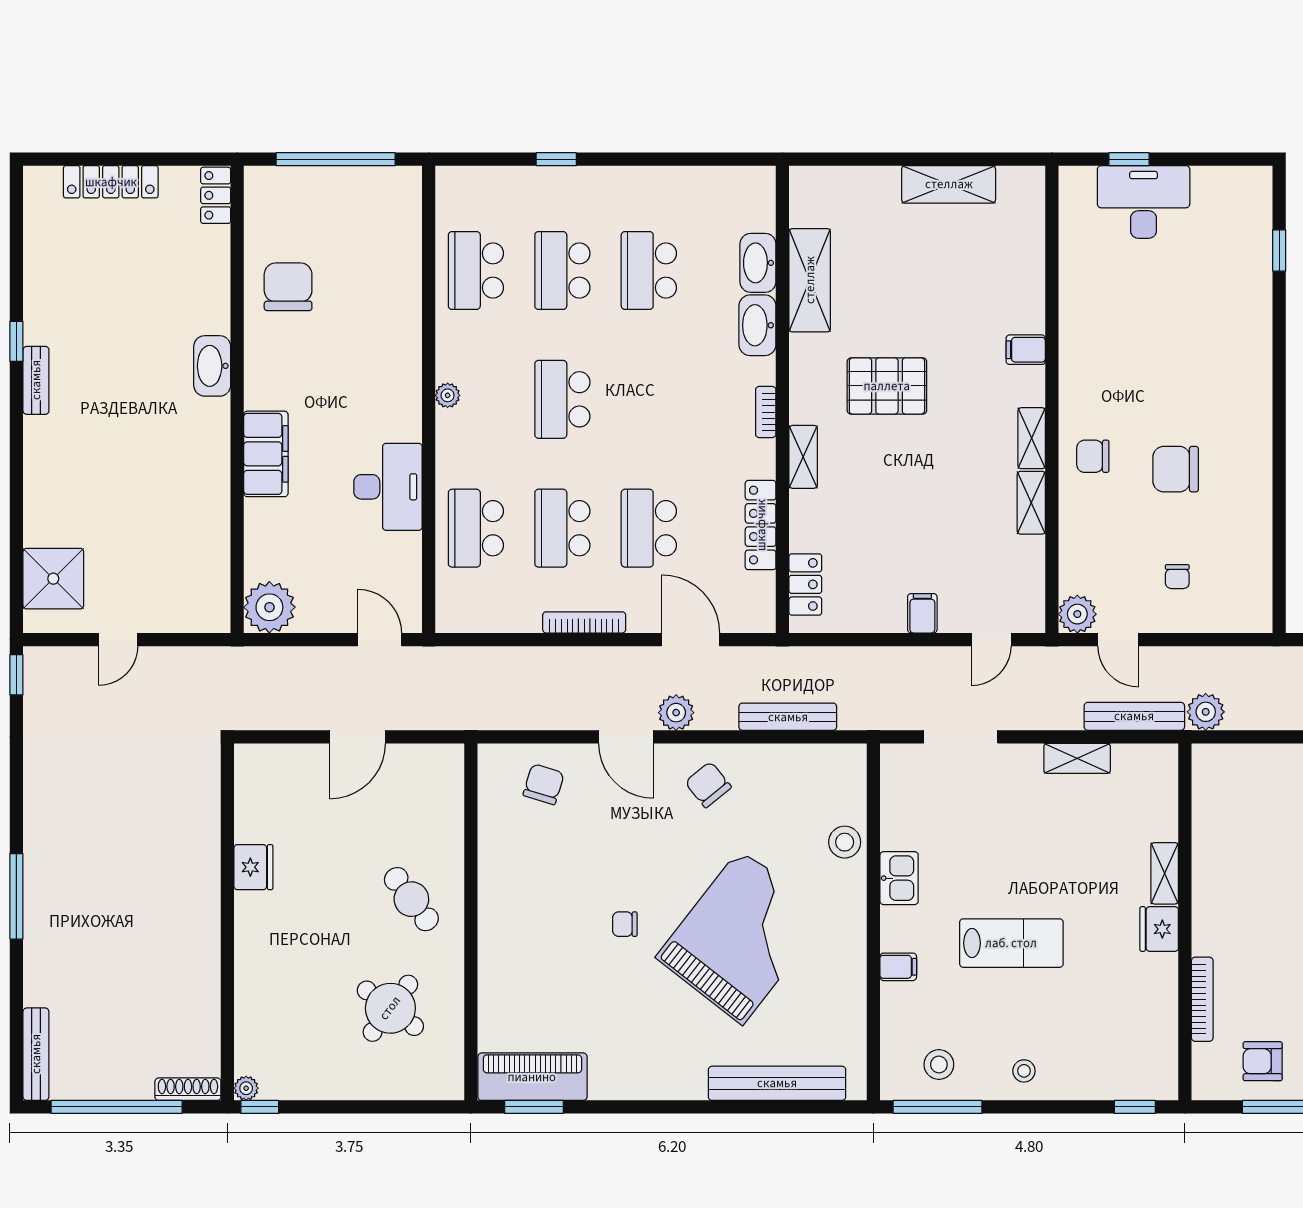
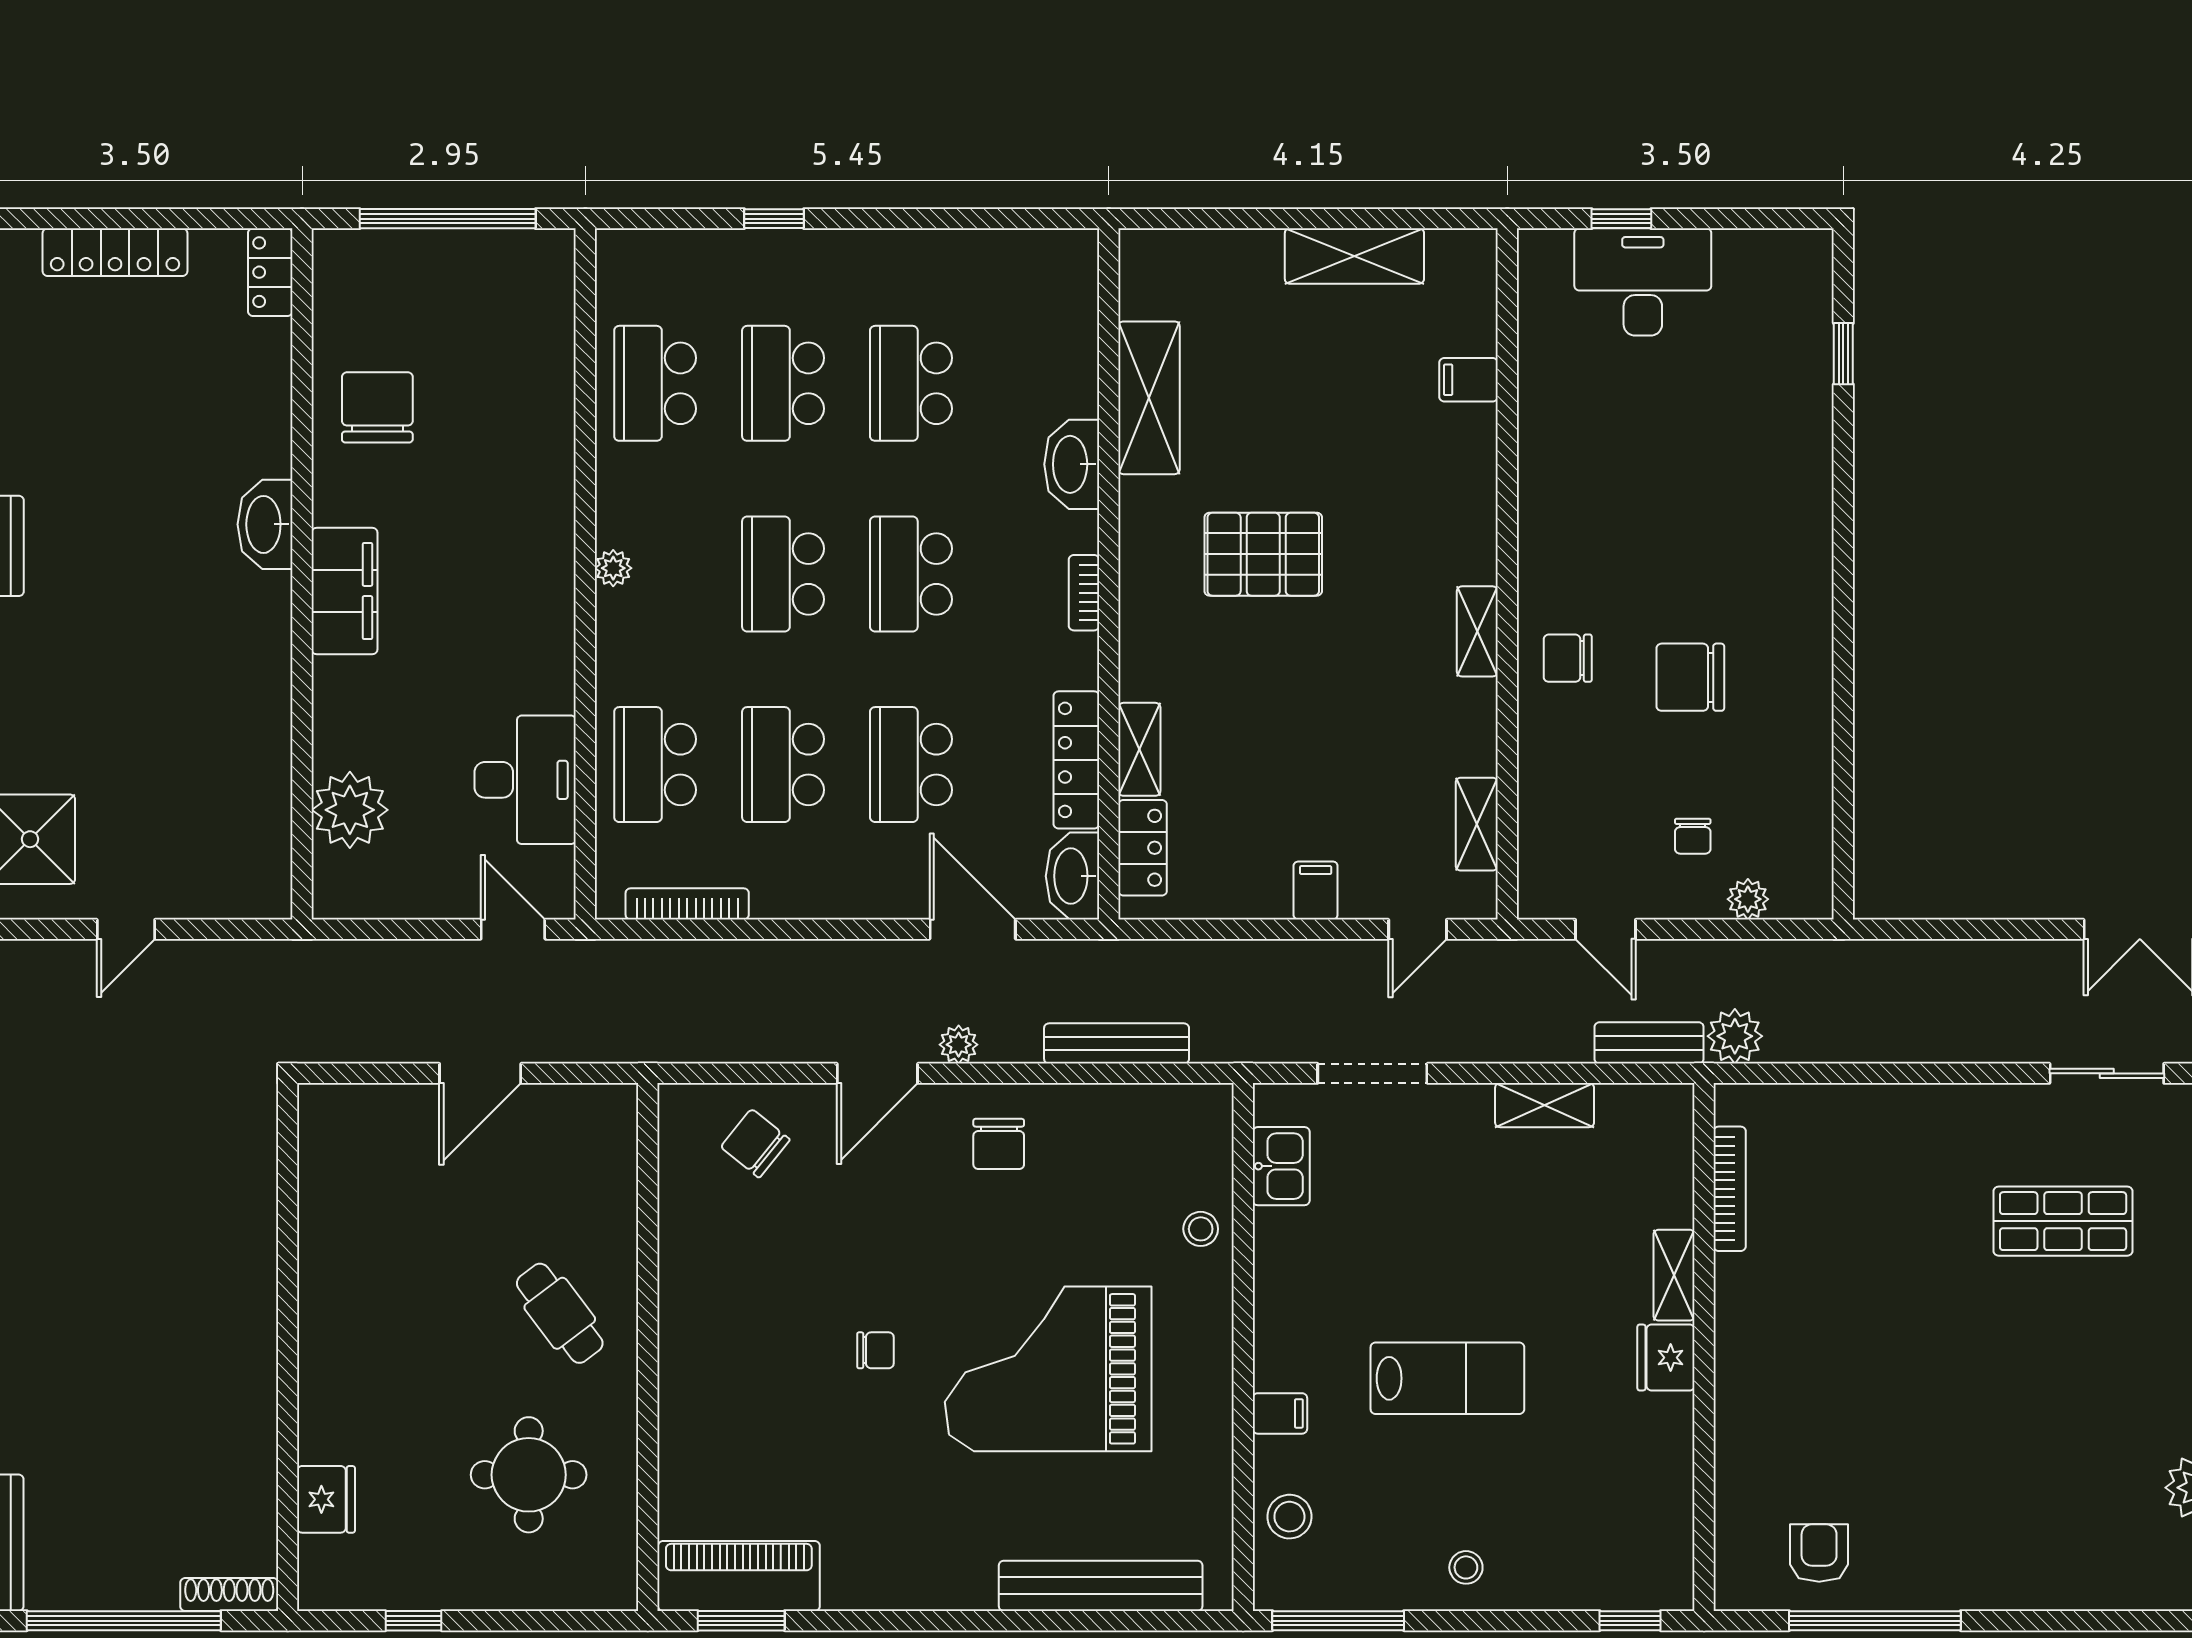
washbasin: (758, 263) -> (1072, 876), moved
filing cabinet: (1026, 350) -> (1469, 380), moved
school desk: (649, 399) -> (911, 574), added
filing cabinet: (266, 454) -> (344, 591), moved
shelving: (803, 457) -> (1139, 749), moved
desk: (388, 487) -> (525, 780), moved
shelving: (1031, 503) -> (1477, 824), moved
plant: (269, 607) -> (350, 810), moved
plant: (1077, 614) -> (1748, 899), moved, width x0.73, depth x0.73
bookcase: (584, 622) -> (687, 904), moved
plant: (676, 713) -> (959, 1045), width x0.73, depth x0.73
bench: (1134, 716) -> (1649, 1043), width x0.73
door: (626, 737) -> (877, 1073), hinge flipped
chair: (544, 784) -> (755, 1143), turned -68
chair: (708, 785) -> (999, 1144), turned -141
stool: (845, 842) -> (1201, 1229), width x0.73, depth x0.73
fridge: (253, 867) -> (326, 1499), moved
kitchen sink: (899, 878) -> (1281, 1166), moved
chair: (625, 924) -> (875, 1350), turned 180
grand piano: (742, 937) -> (1048, 1369), turned -128
bookcase: (1202, 999) -> (1730, 1189), moved
round table: (390, 1008) -> (529, 1475), turned -37
armchair: (1263, 1061) -> (1819, 1553), turned 90
stool: (939, 1064) -> (1289, 1517), moved
plant: (246, 1088) -> (315, 1593), removed
window: (260, 1107) -> (413, 1621), moved

